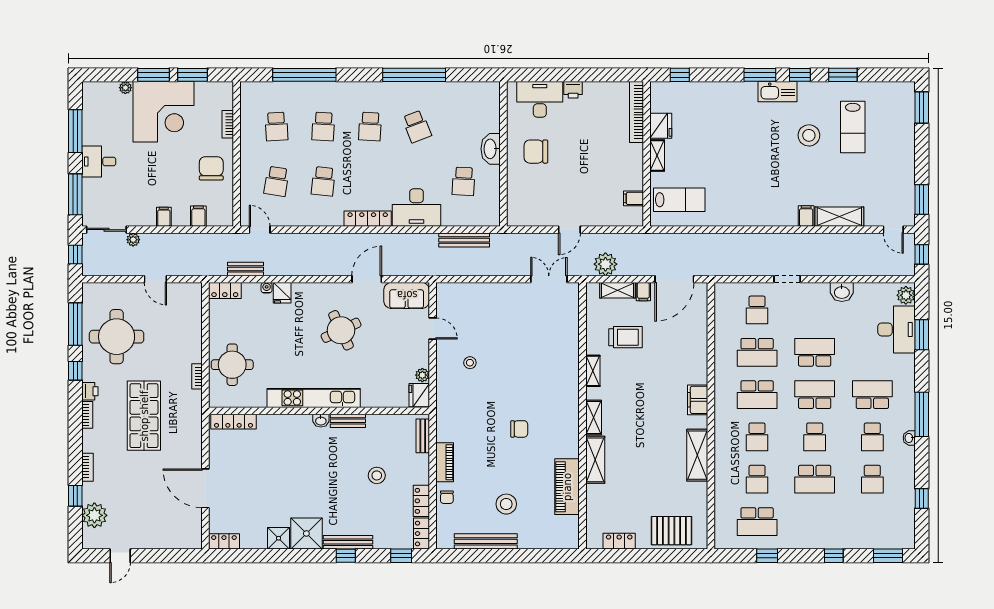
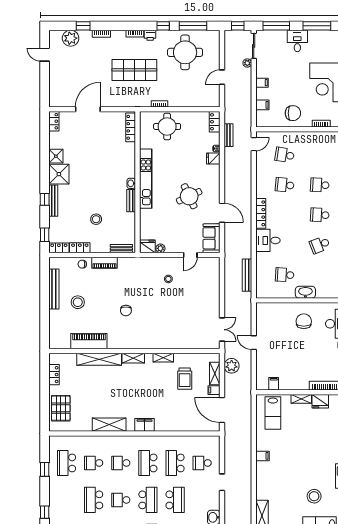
school desk: (276, 126) -> (320, 155), removed
desk: (416, 207) -> (268, 240), width x0.73
filing cabinet: (806, 216) -> (262, 456), moved
shelving: (595, 460) -> (99, 359), width x1.47

